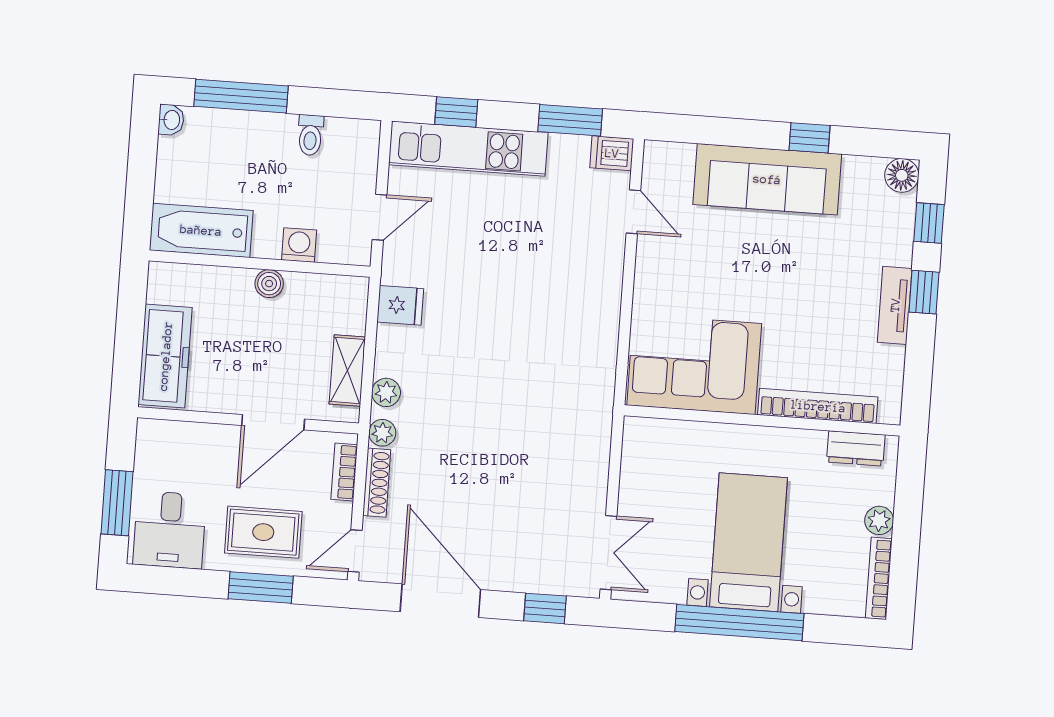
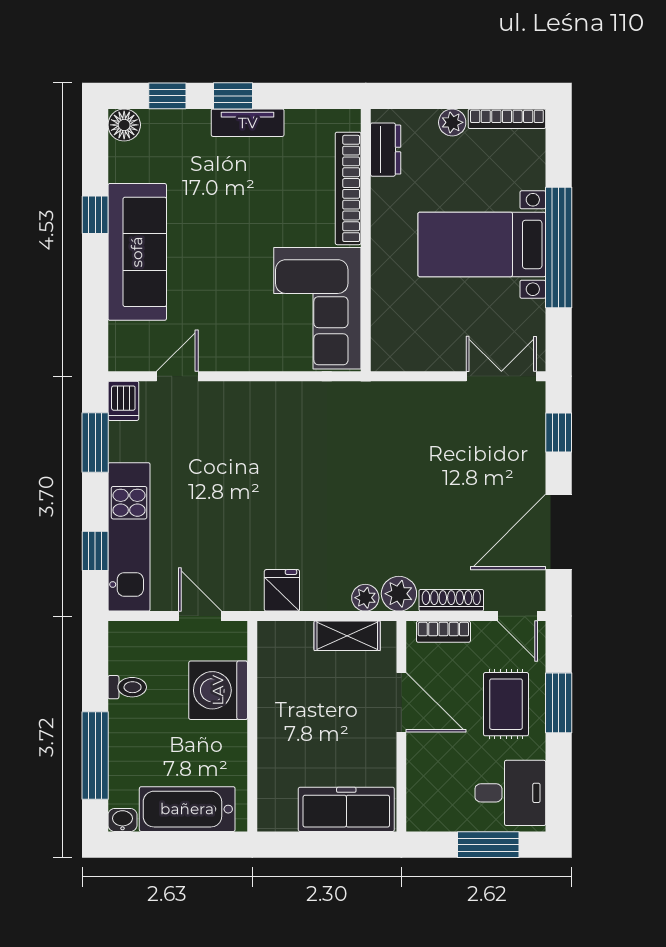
bathtub: (201, 230) -> (187, 809), moved, turned 90
washing machine: (299, 245) -> (218, 690), width x1.89, depth x1.89
boiler: (269, 284) -> (271, 716), removed
plant: (382, 433) -> (399, 594), width x1.38, depth x1.38

